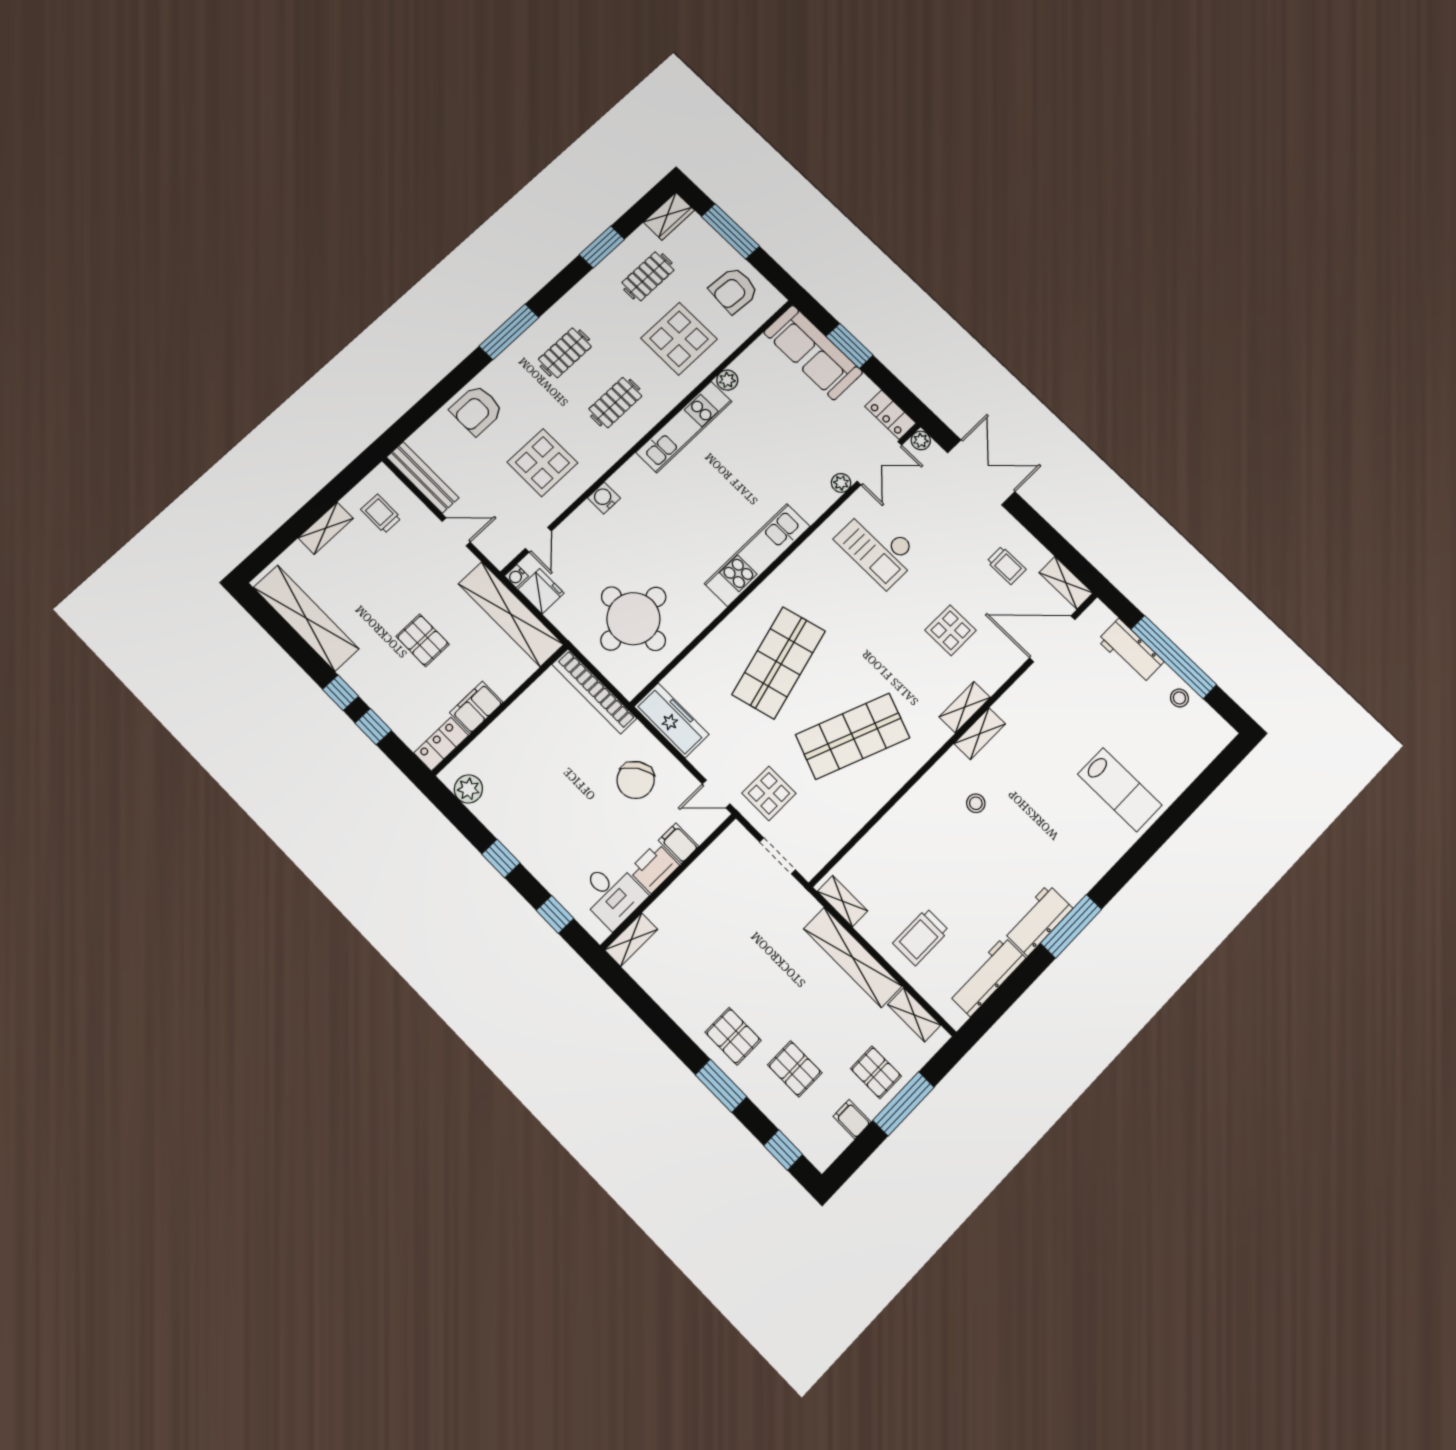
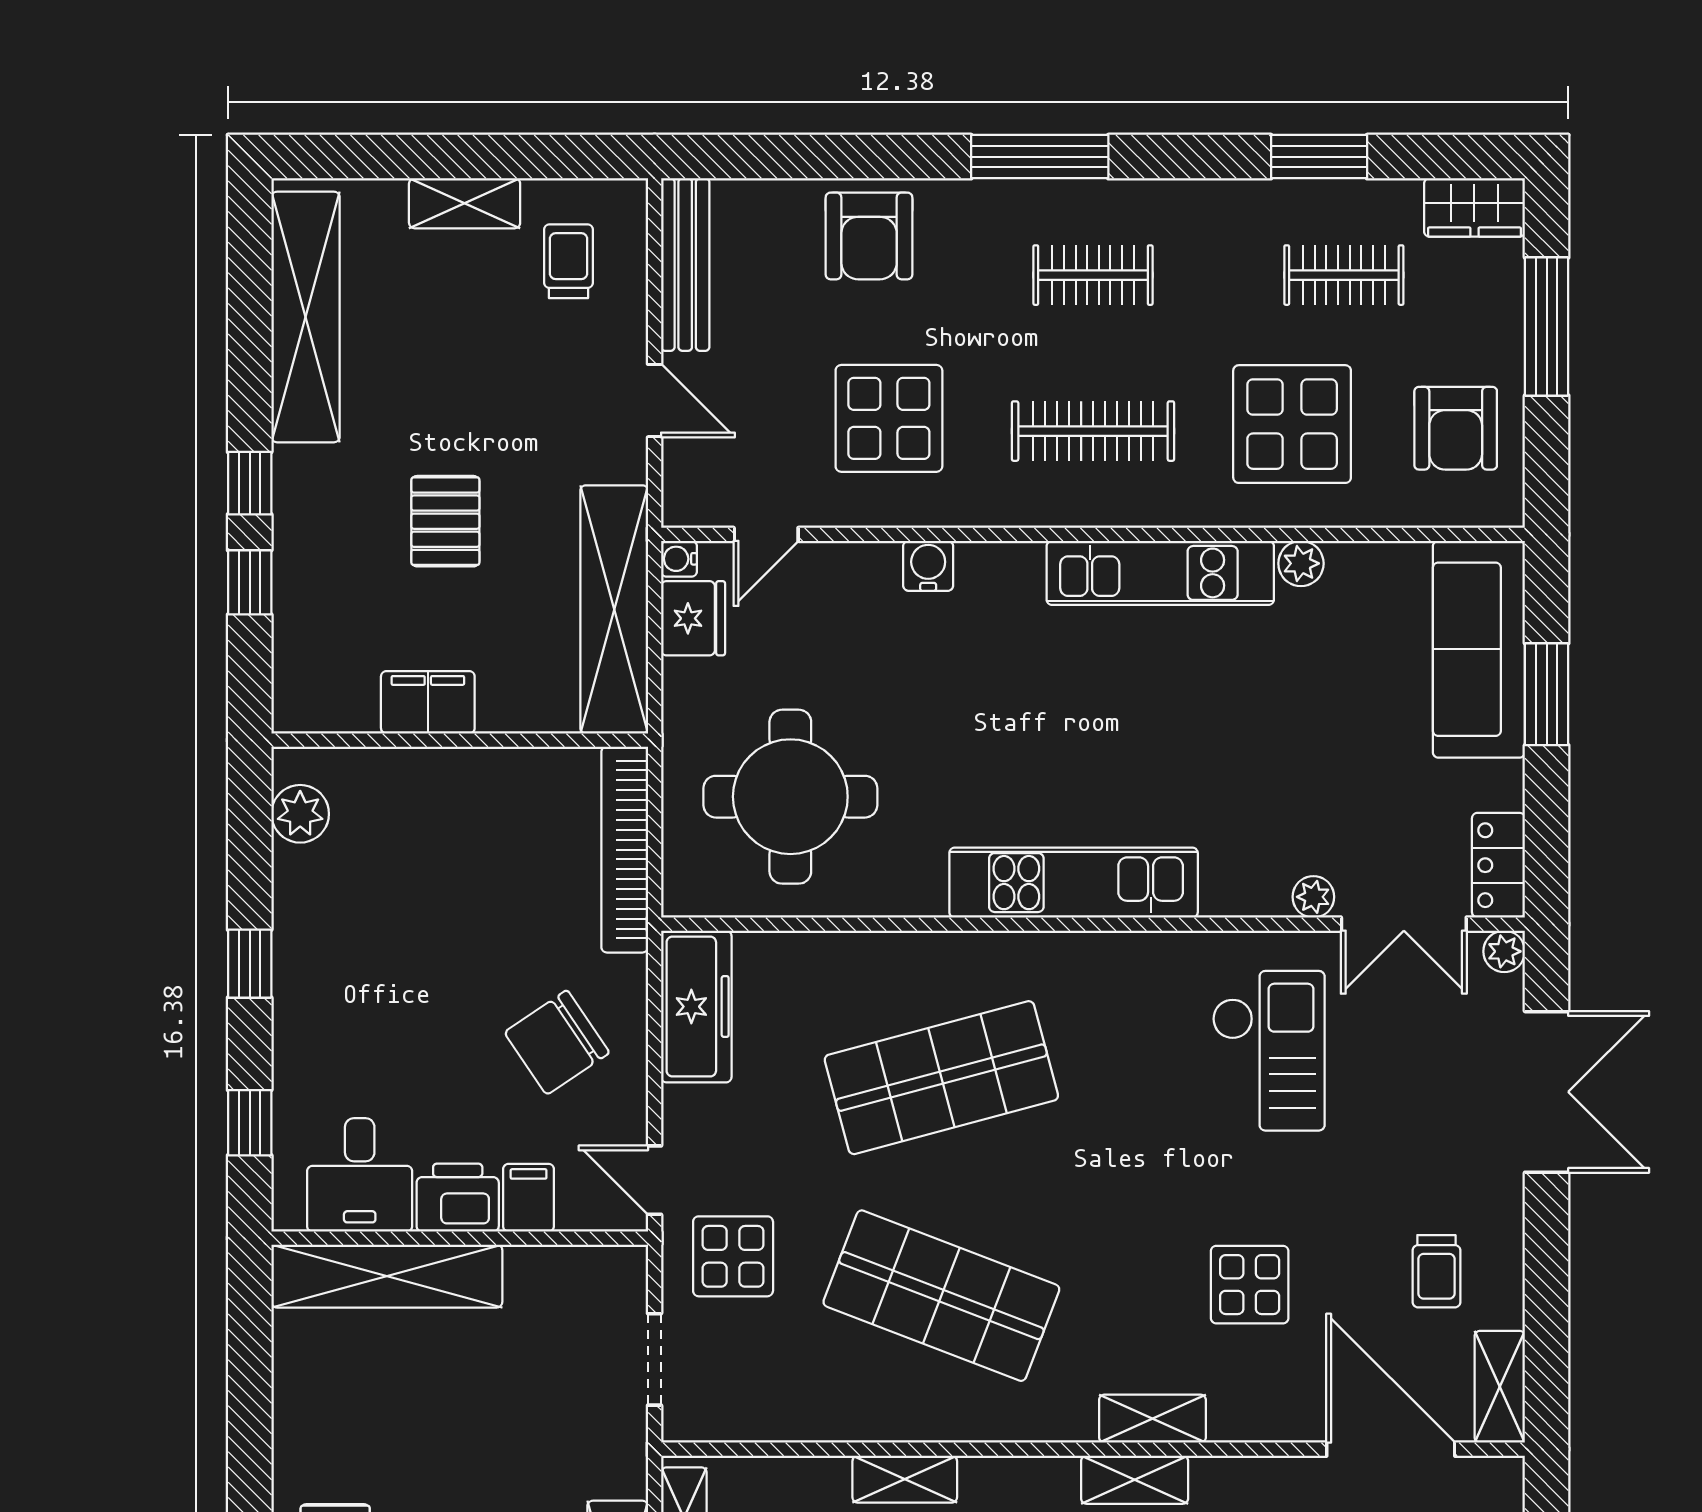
armchair: (734, 290) -> (1456, 428), turned -94
clothes rail: (615, 403) -> (1093, 431), width x1.36
armchair: (477, 410) -> (869, 236), turned -90
checkout: (878, 547) -> (1269, 1051), turned 180
locker: (441, 744) -> (324, 707), removed
shelving: (903, 811) -> (905, 1479), added
shelving: (631, 940) -> (387, 1276), width x2.20, depth x1.33

